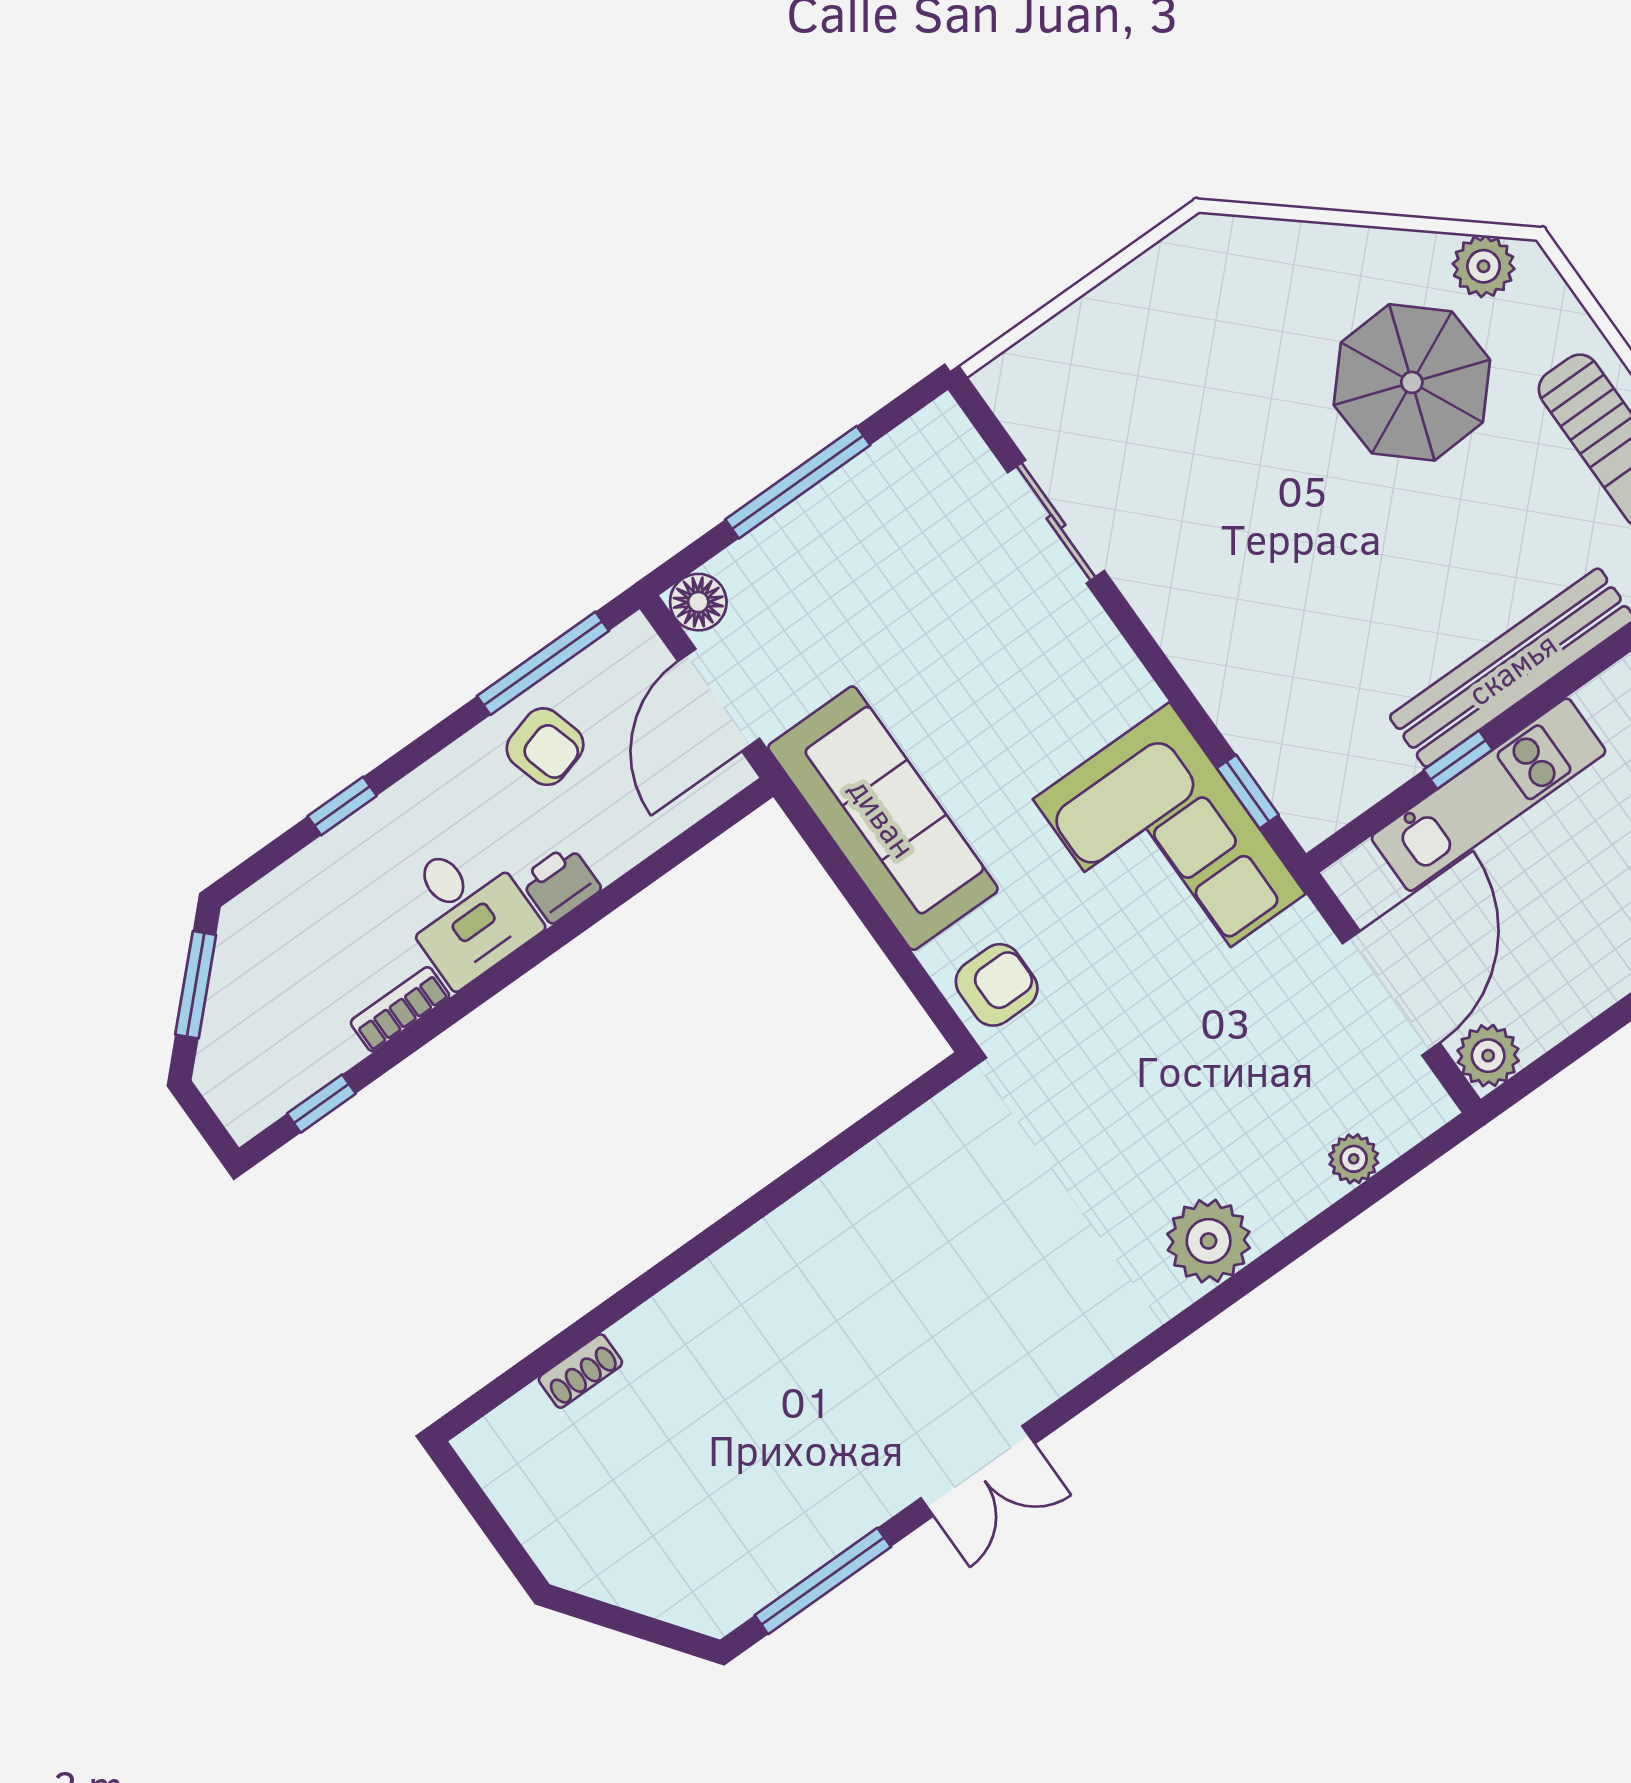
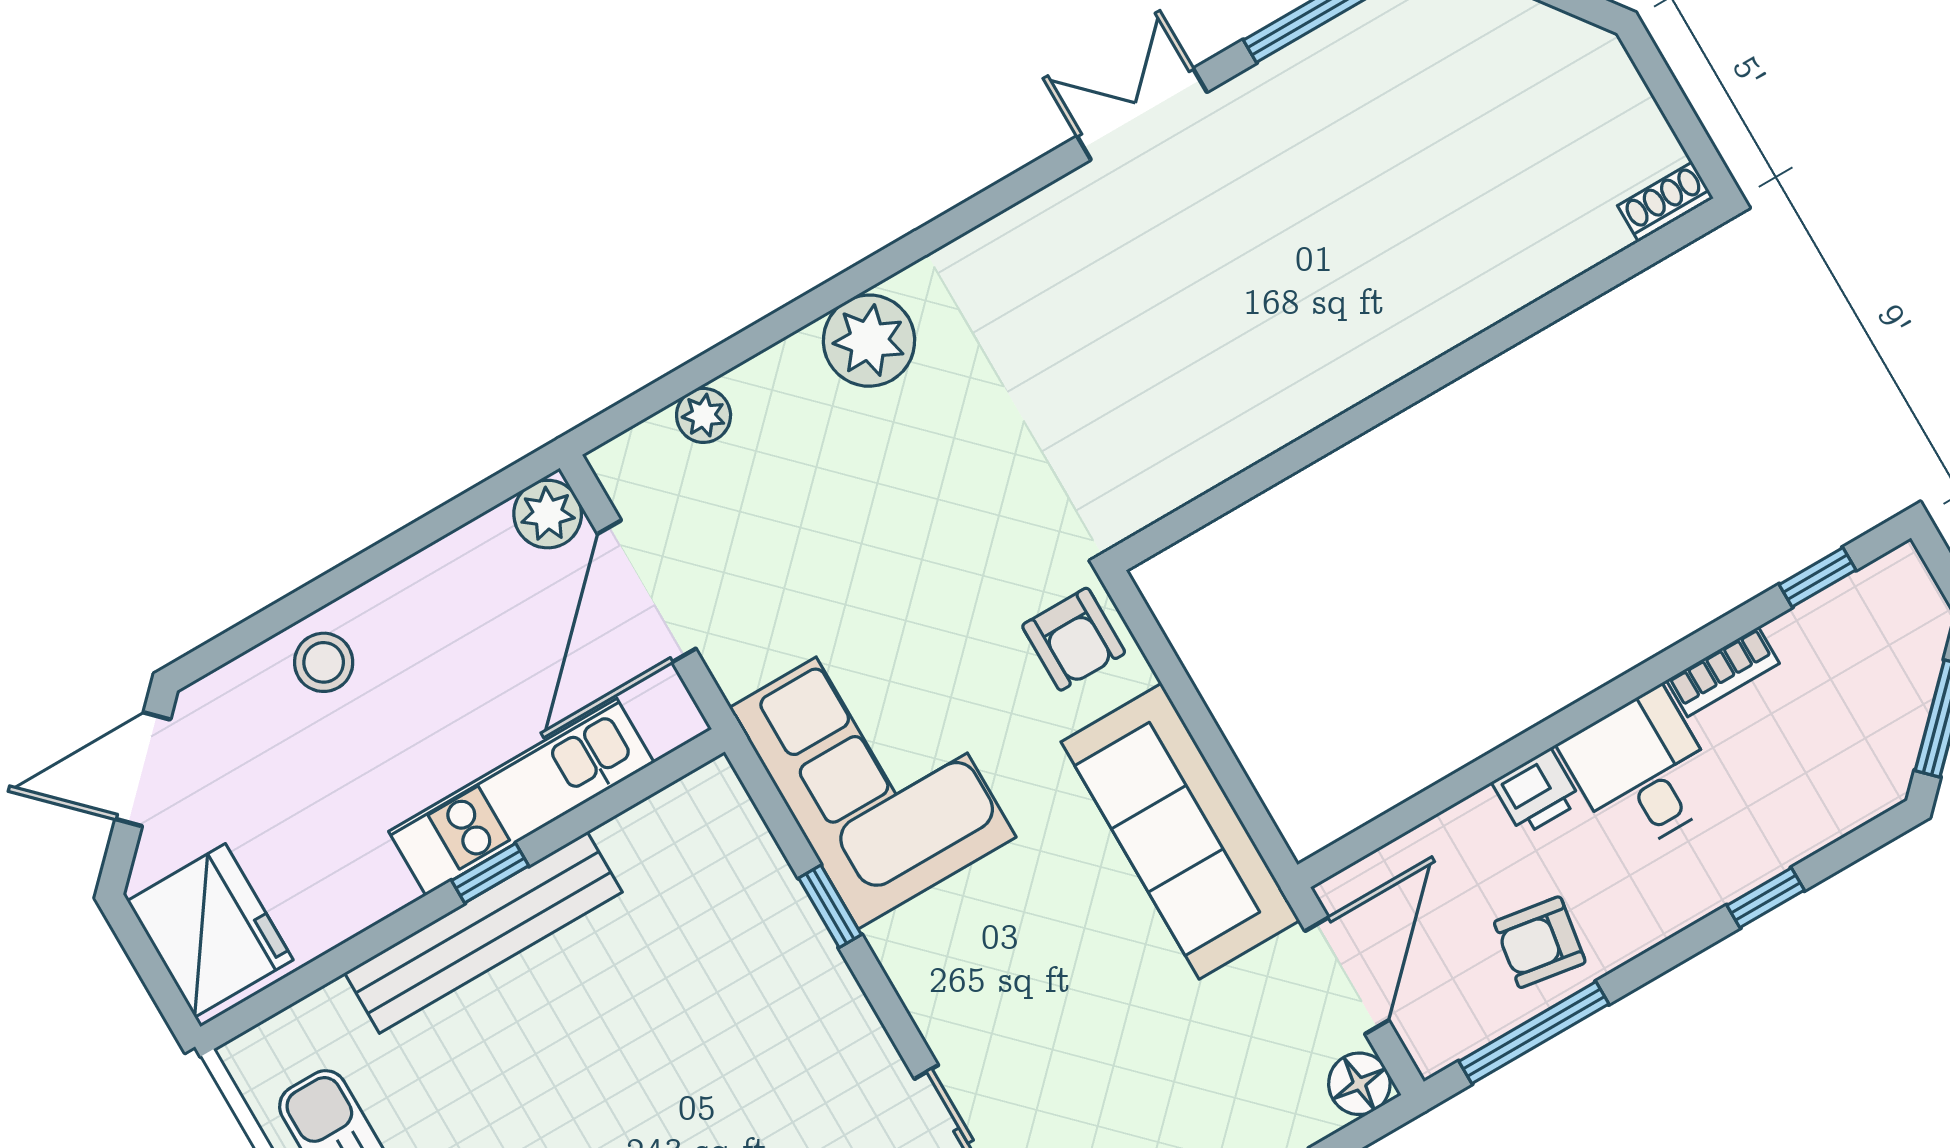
armchair: (545, 747) -> (1540, 942), turned -65
window: (1458, 760) -> (490, 873), moved
window: (1248, 792) -> (830, 906), moved
armchair: (997, 985) -> (1074, 639), turned -90
shoe rack: (580, 1371) -> (1665, 202), moved

